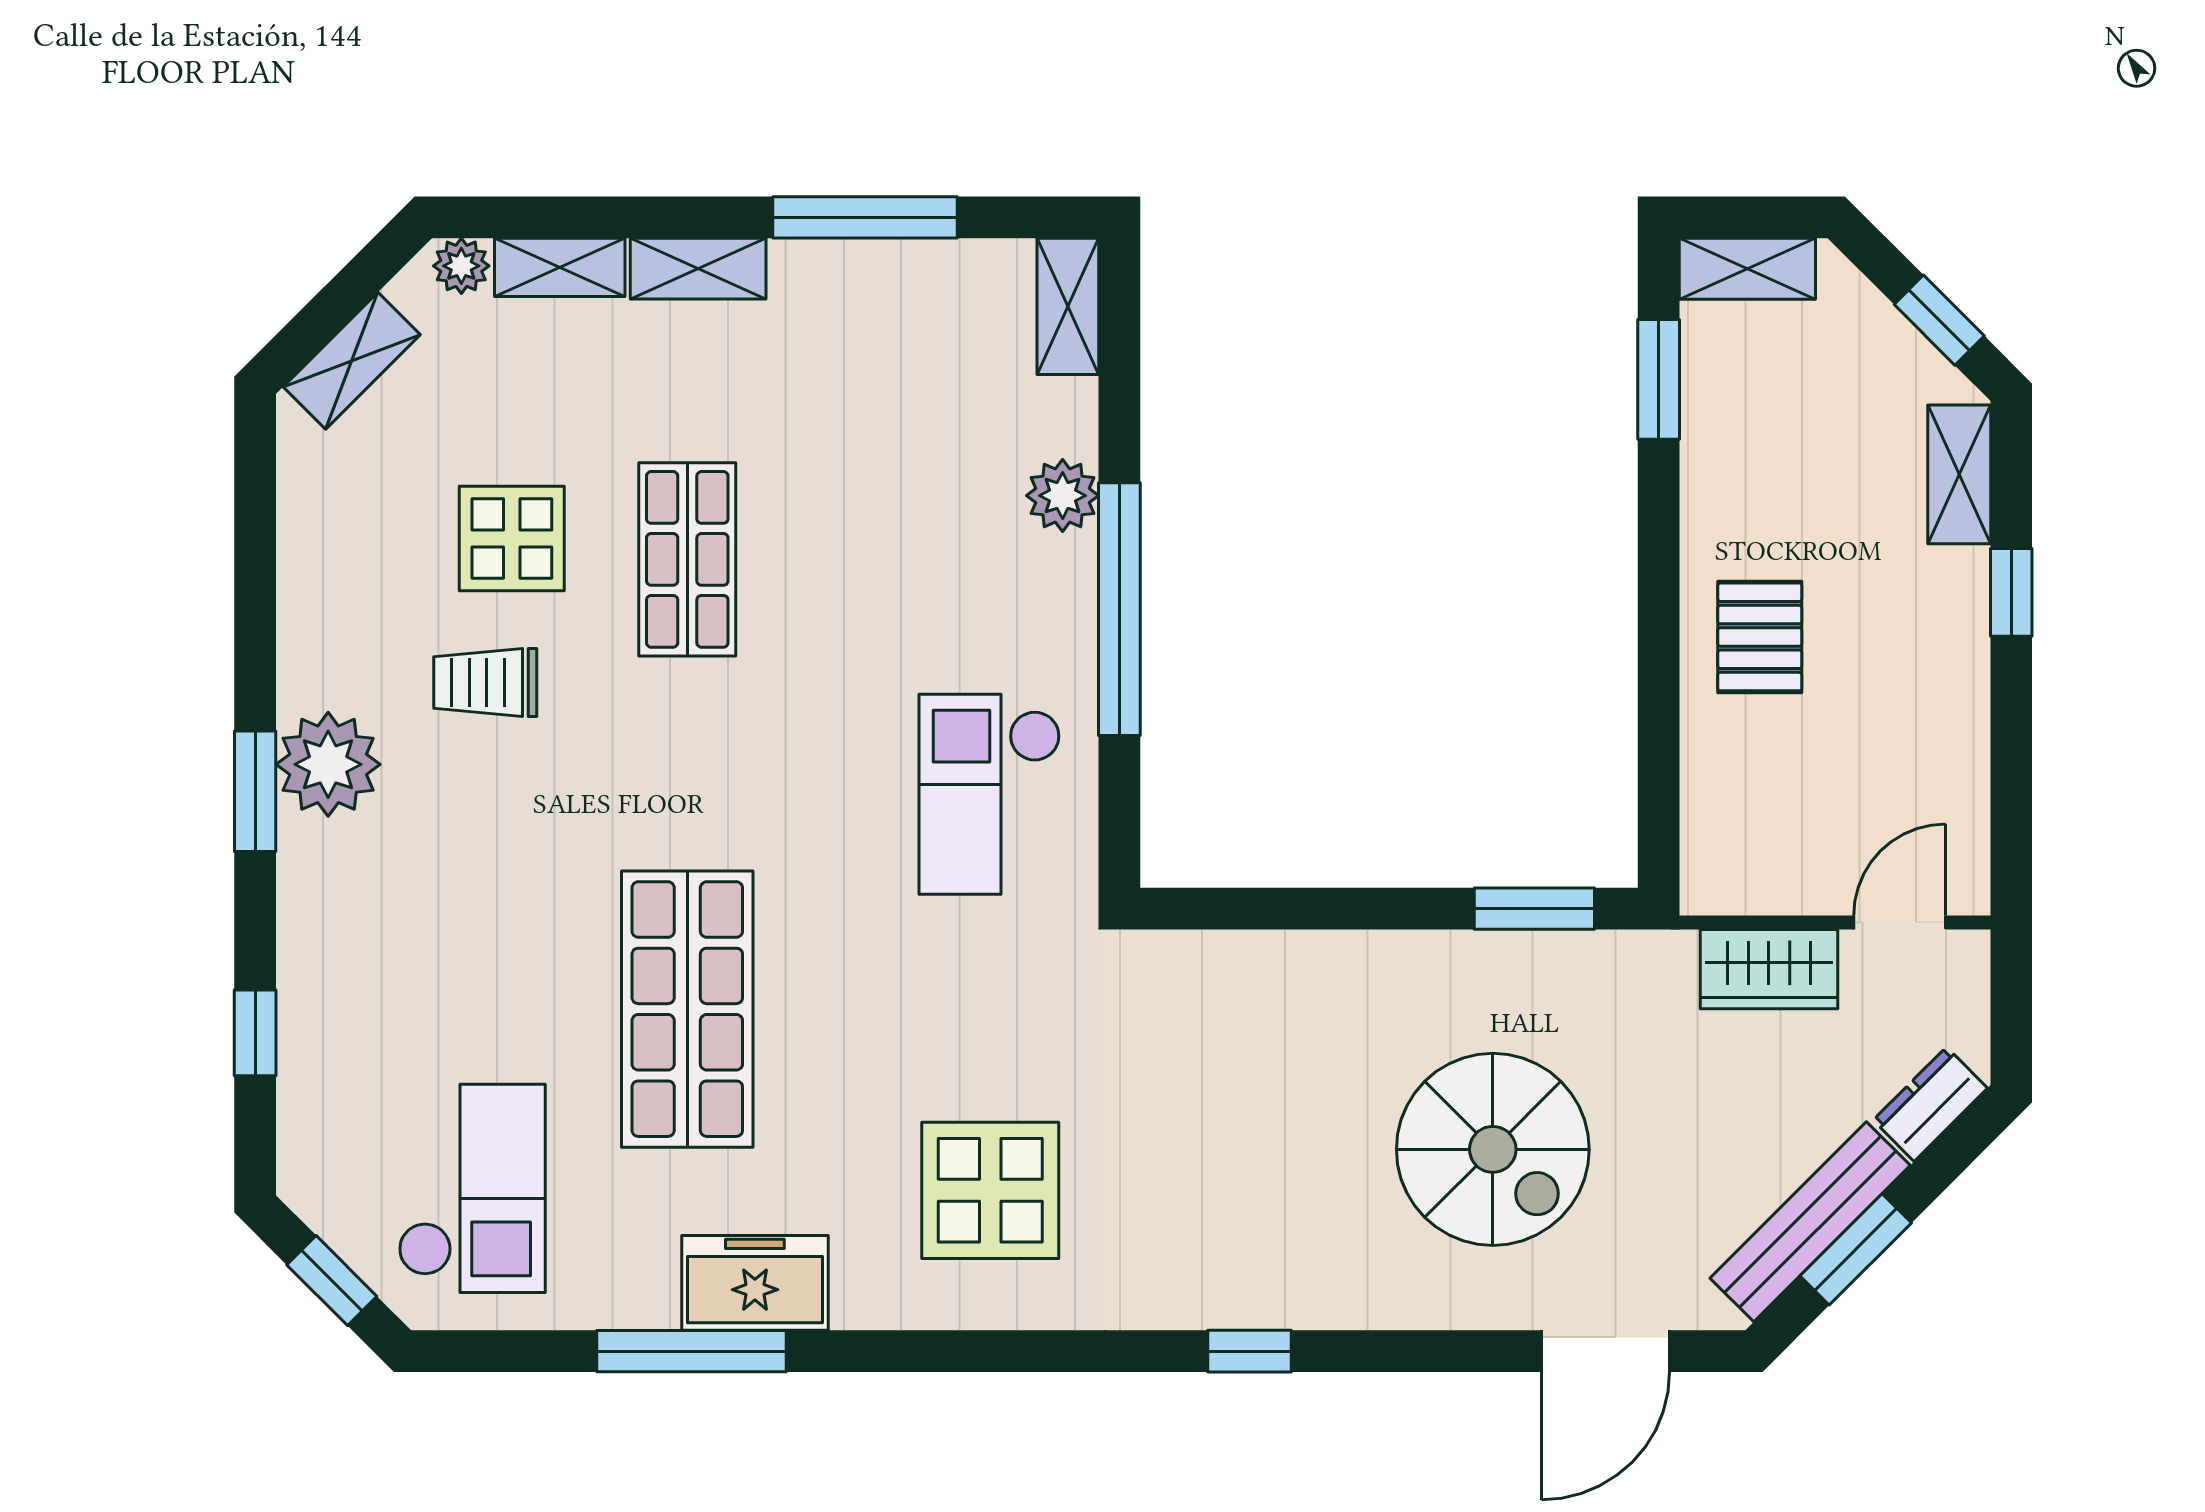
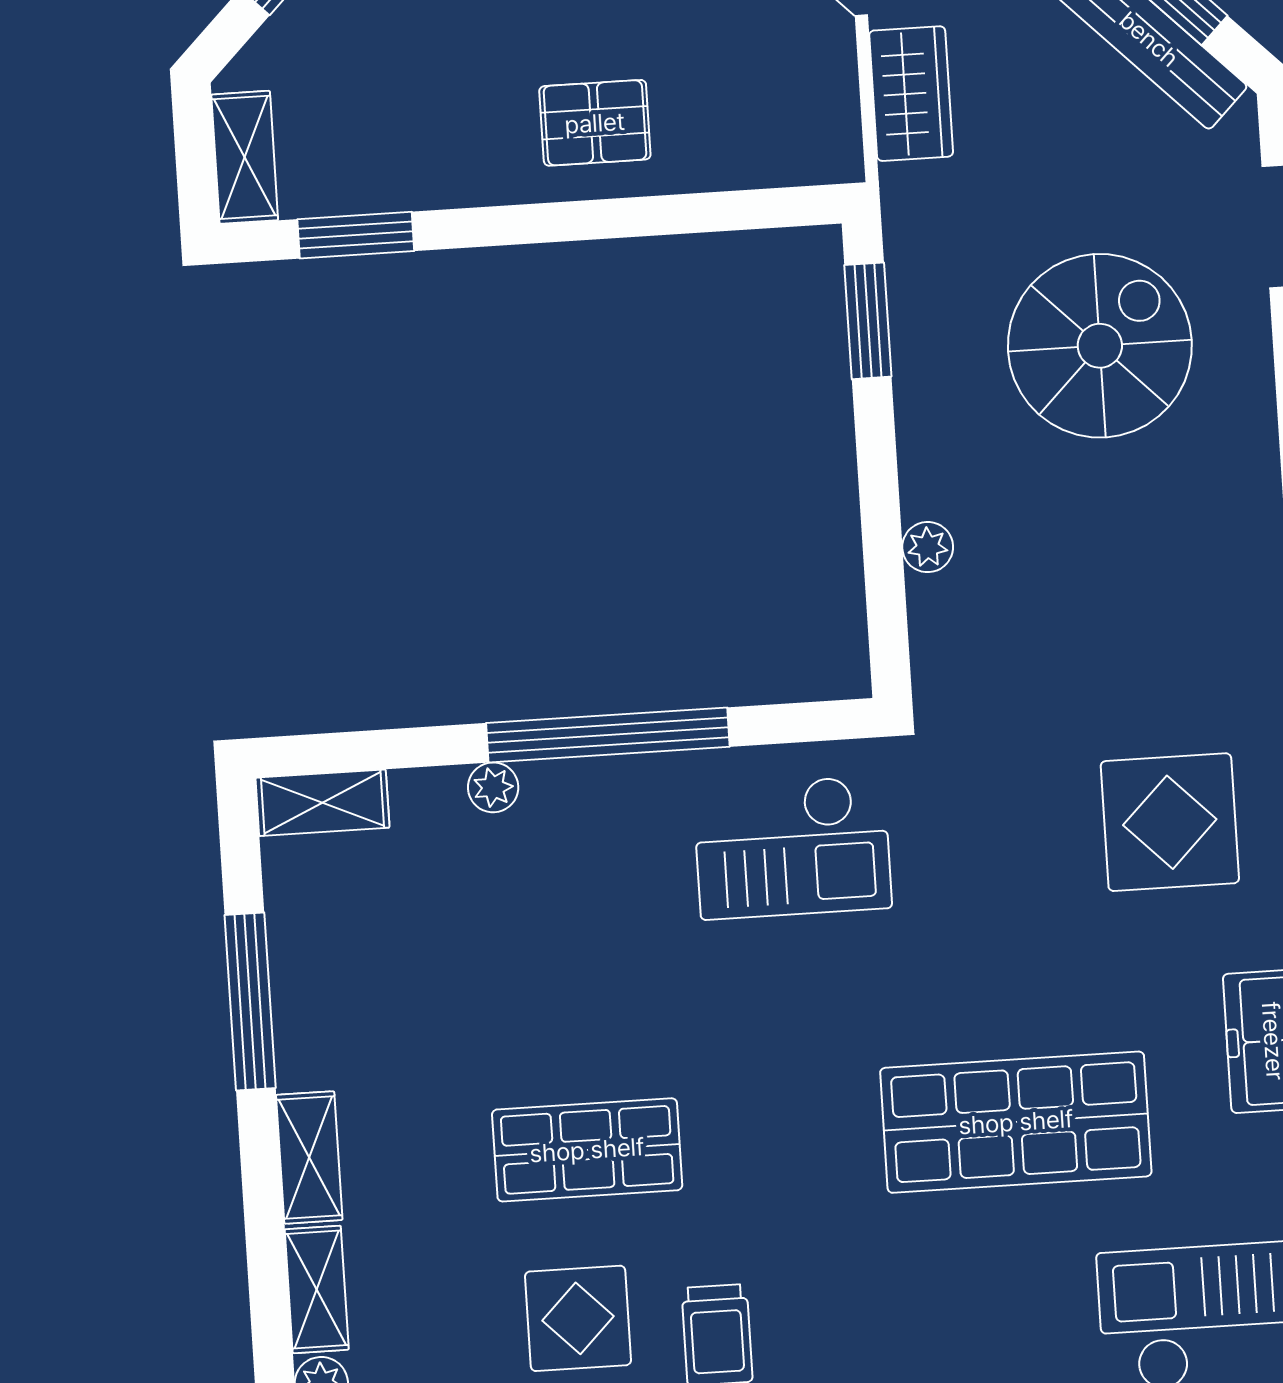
plant: (1063, 496) -> (493, 787), width x0.73, depth x0.73
plant: (1294, 956) -> (928, 547), added

